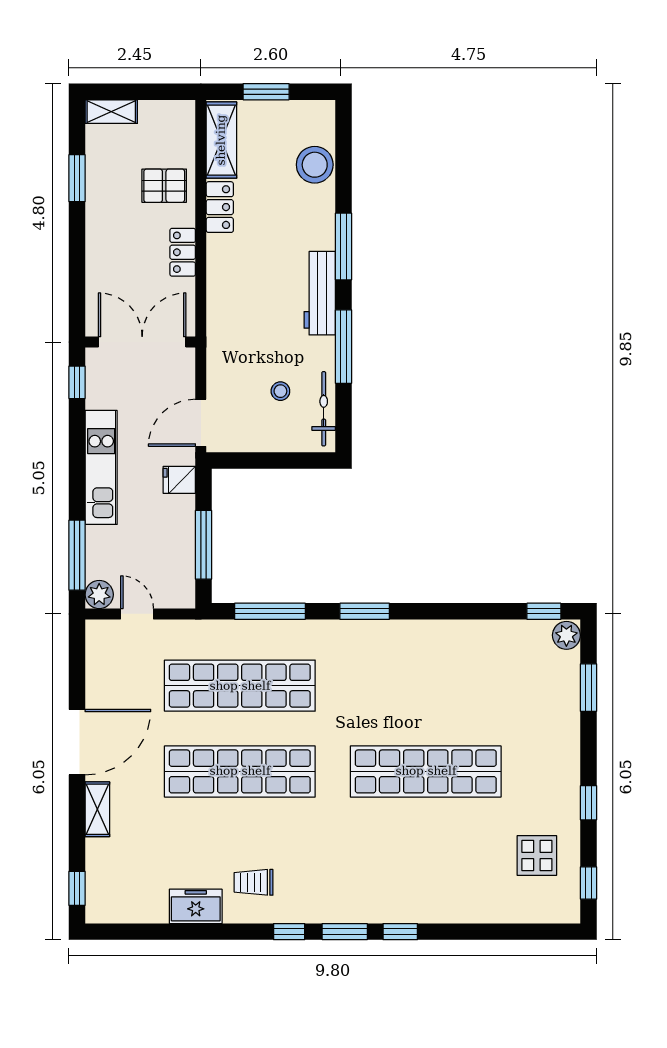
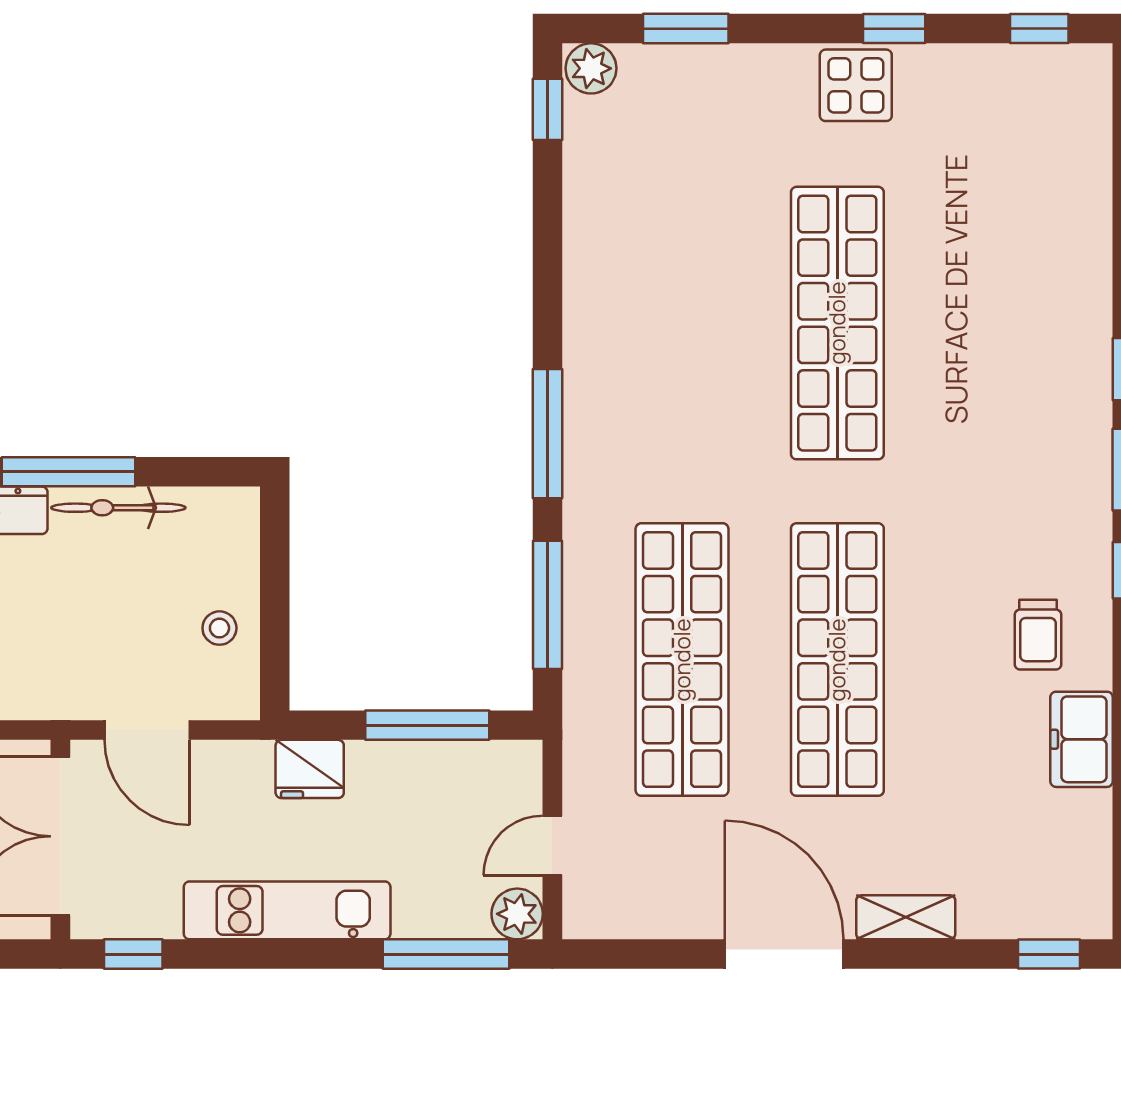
stool: (280, 391) -> (219, 628), moved
bicycle: (324, 409) -> (118, 508), moved
door: (201, 423) -> (147, 730), moved
fridge: (179, 480) -> (310, 769), width x1.38
window: (365, 611) -> (548, 434), width x1.44
display table: (537, 855) -> (856, 85), moved

